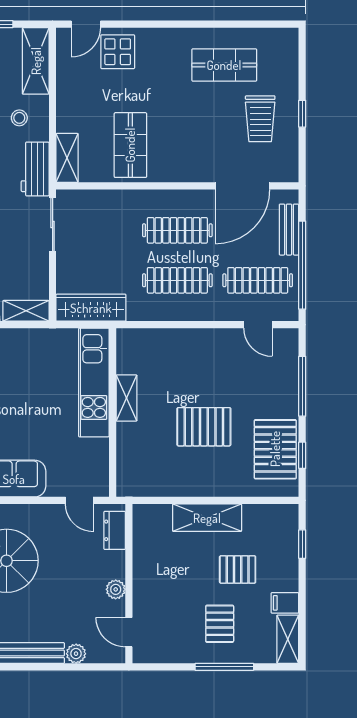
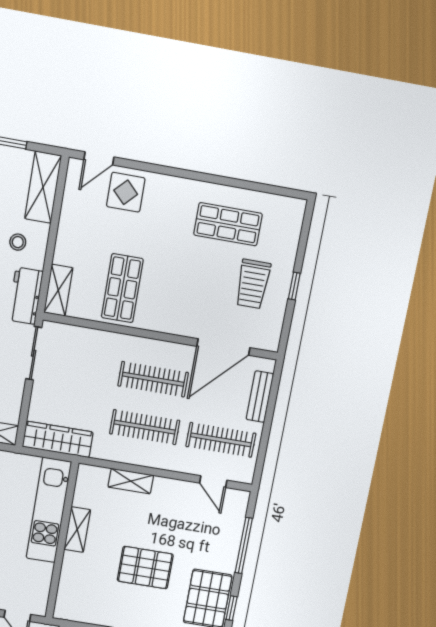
window: (302, 265) -> (266, 433), removed
shelving: (173, 338) -> (131, 481), added

